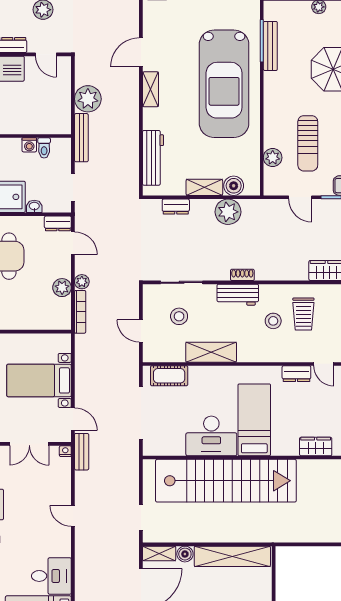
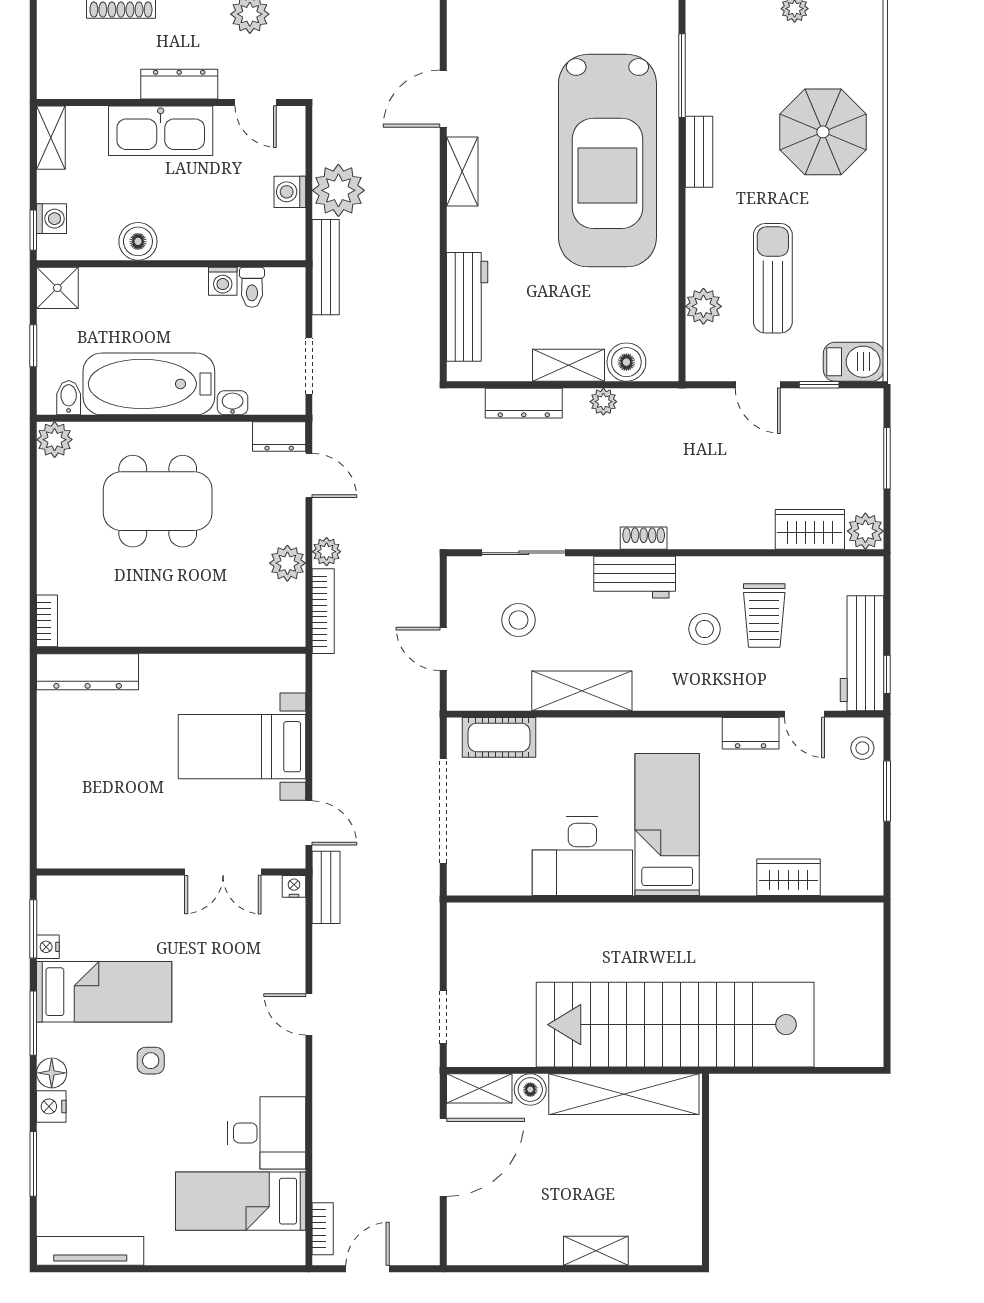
bench: (270, 46) -> (699, 152), moved, width x0.73
washing machine: (63, 100) -> (290, 192), added
sun lounger: (308, 143) -> (773, 278), turned 180
dresser: (176, 207) -> (524, 403), width x1.44
plant: (228, 212) -> (603, 402), width x0.53, depth x0.53
stairs: (226, 481) -> (675, 1025), moved, turned 180

